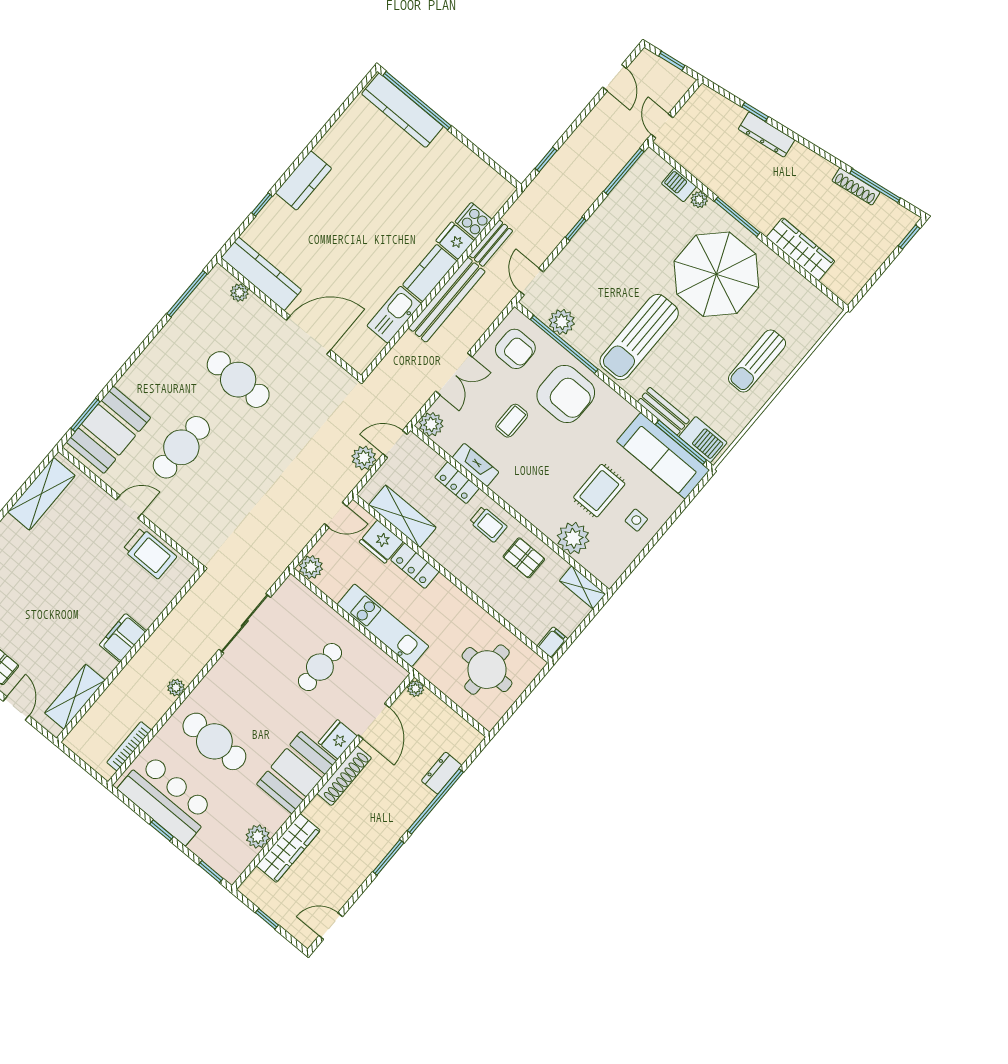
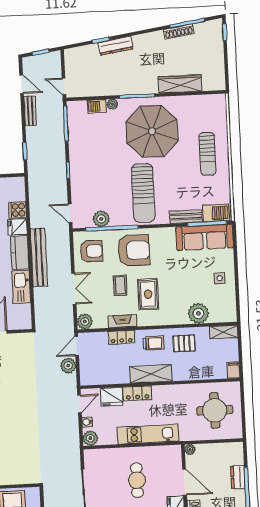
bench: (491, 243) -> (30, 111), moved
rug: (599, 491) -> (148, 294), moved
shelving: (403, 516) -> (151, 374), moved
water cooler: (325, 545) -> (87, 422), added

